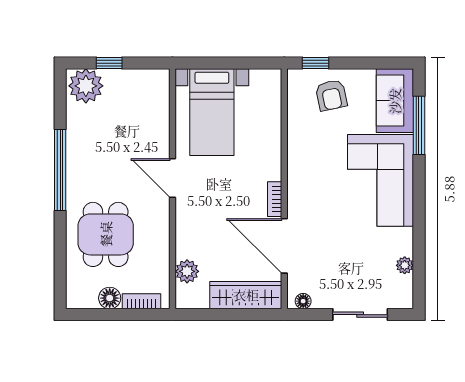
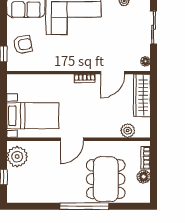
plant: (86, 86) -> (17, 157), moved
window: (60, 170) -> (84, 206), moved
dining table: (106, 234) -> (106, 179), width x1.38
door: (284, 246) -> (113, 73), width x0.73

